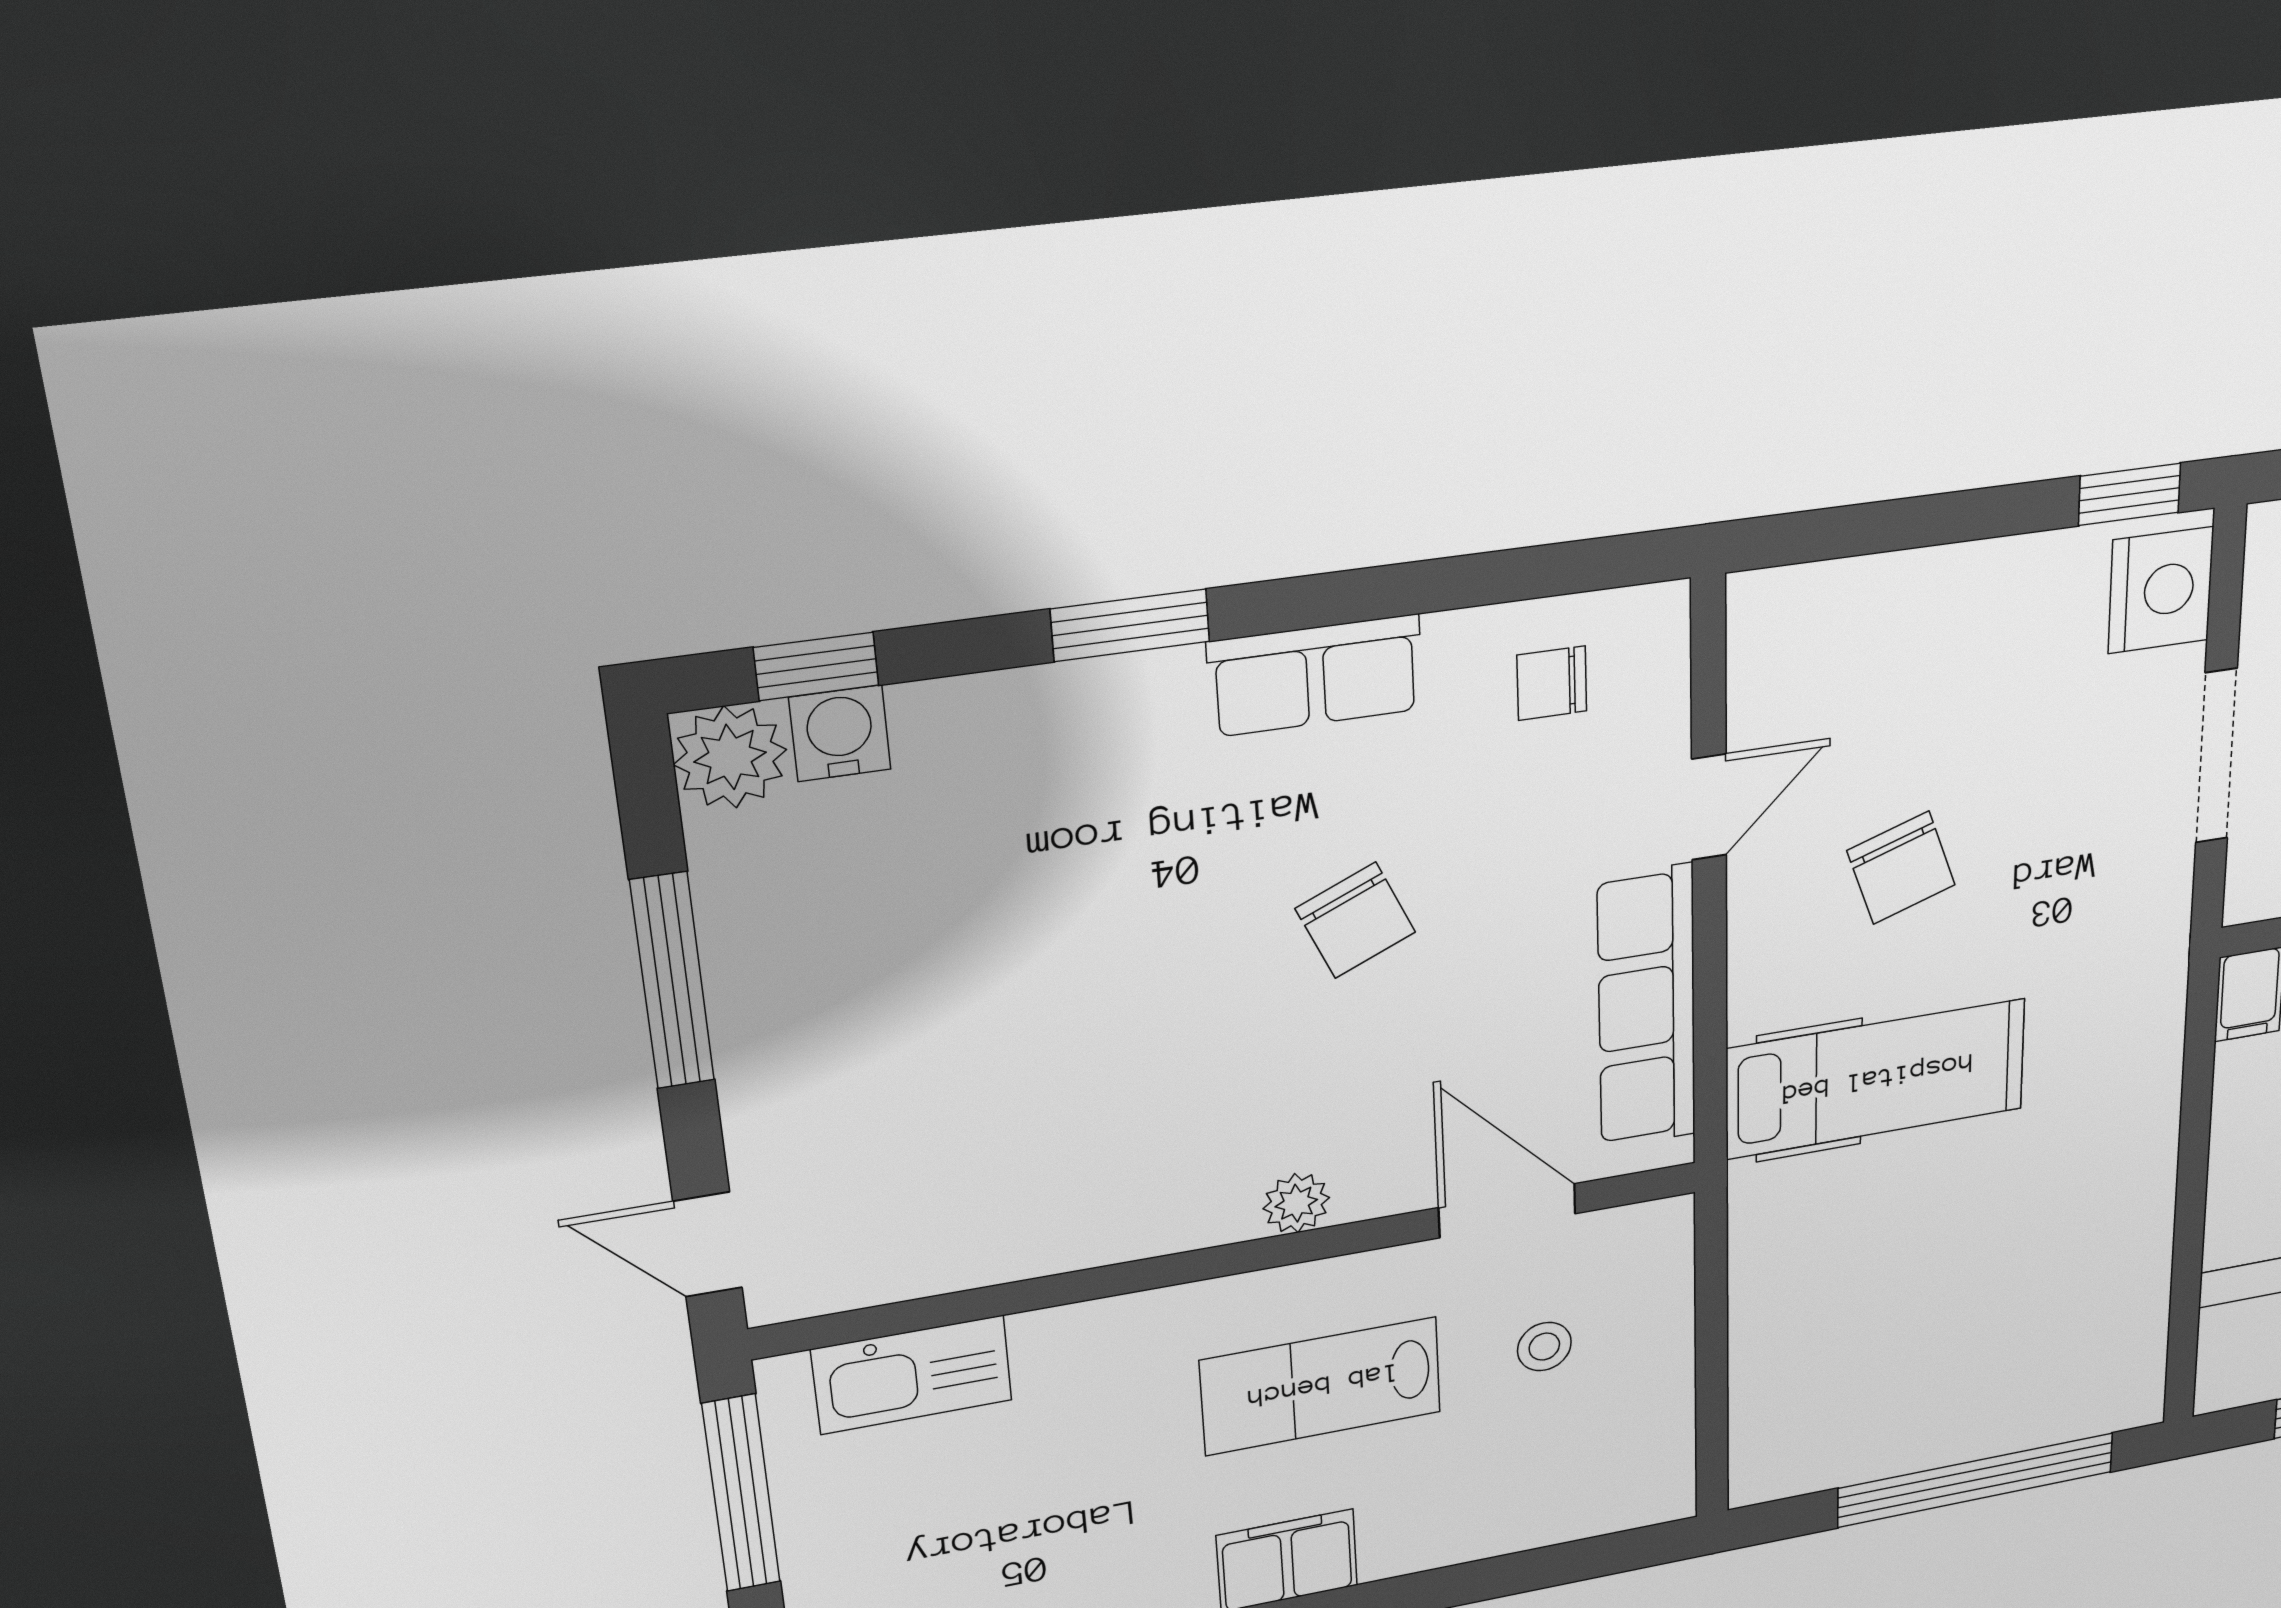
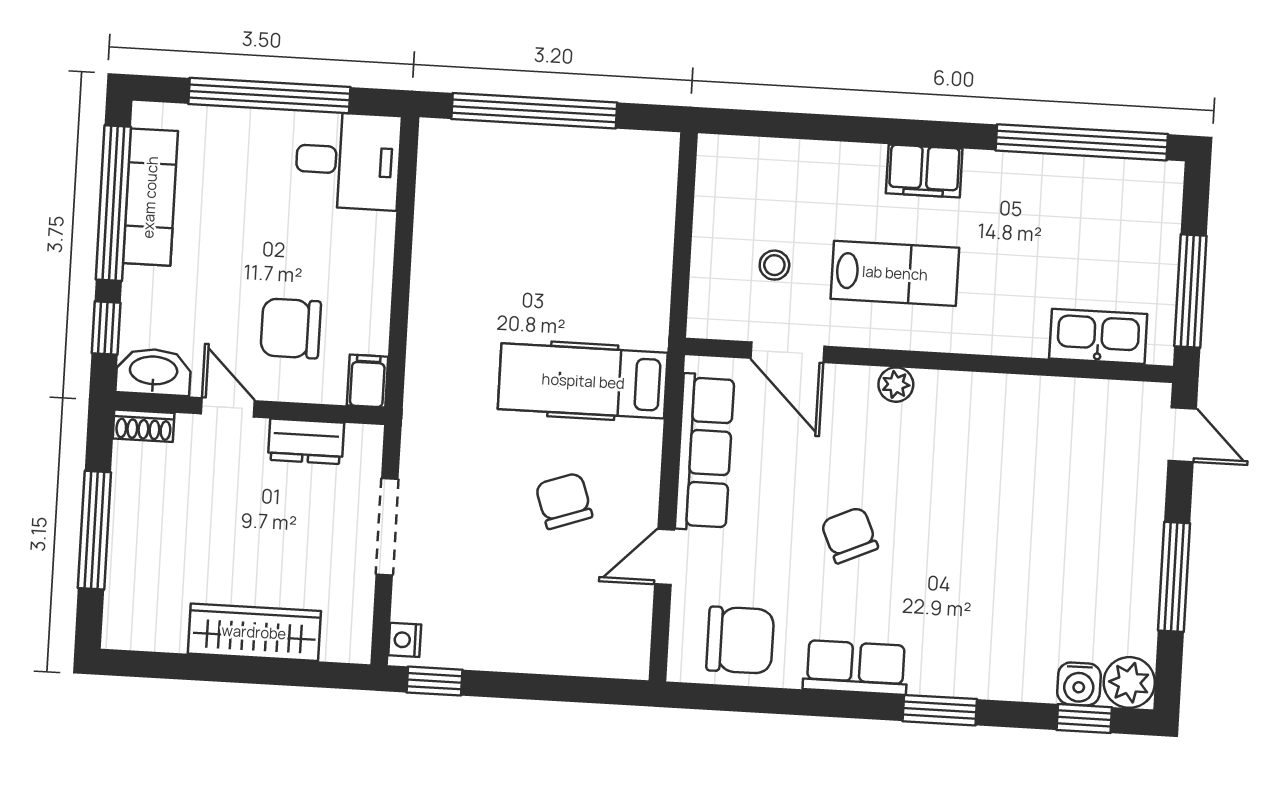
nightstand: (2161, 590) -> (405, 640), width x0.53, depth x0.56
chair: (1552, 683) -> (740, 640), width x1.87, depth x1.87

